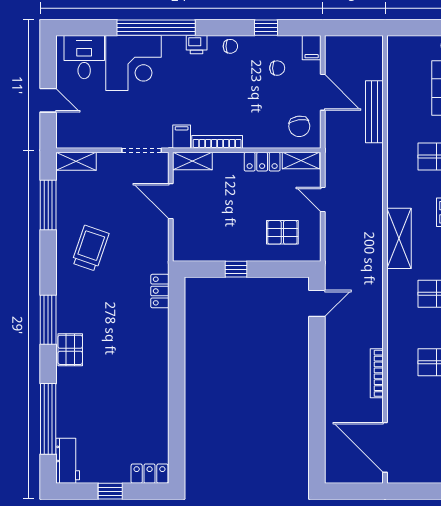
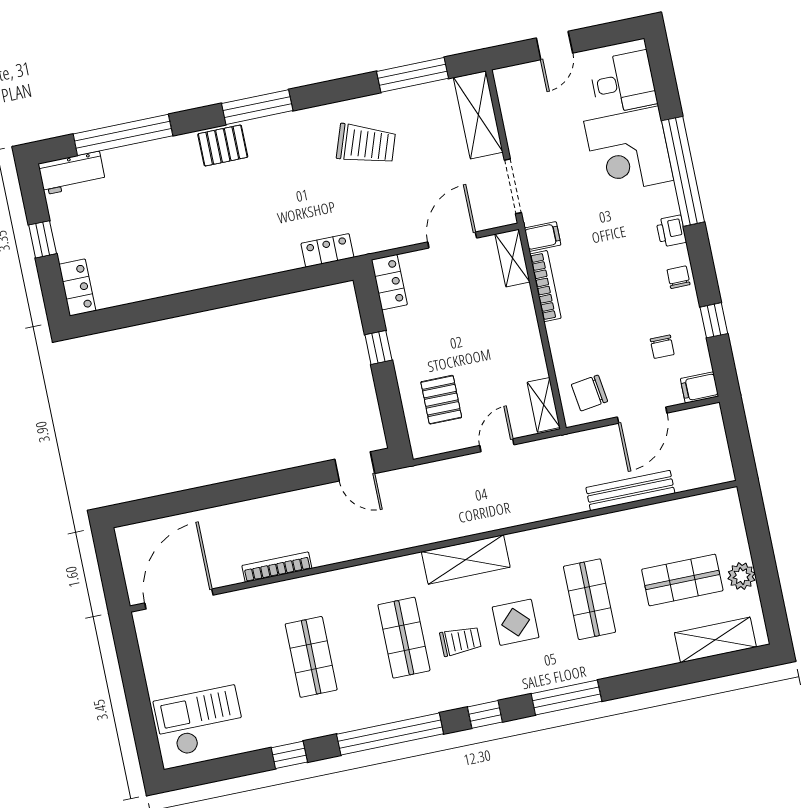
chair: (230, 46) -> (678, 277), turned 180
shelving: (76, 161) -> (478, 115), width x1.50, depth x1.33
locker: (262, 162) -> (389, 282), moved, turned 180

